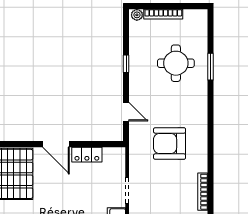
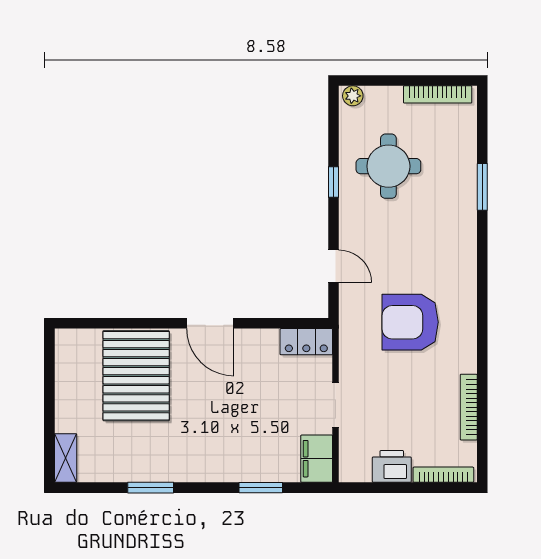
bookcase: (163, 14) -> (438, 94), moved
round table: (176, 63) -> (388, 166), moved
locker: (87, 155) -> (306, 342), moved

